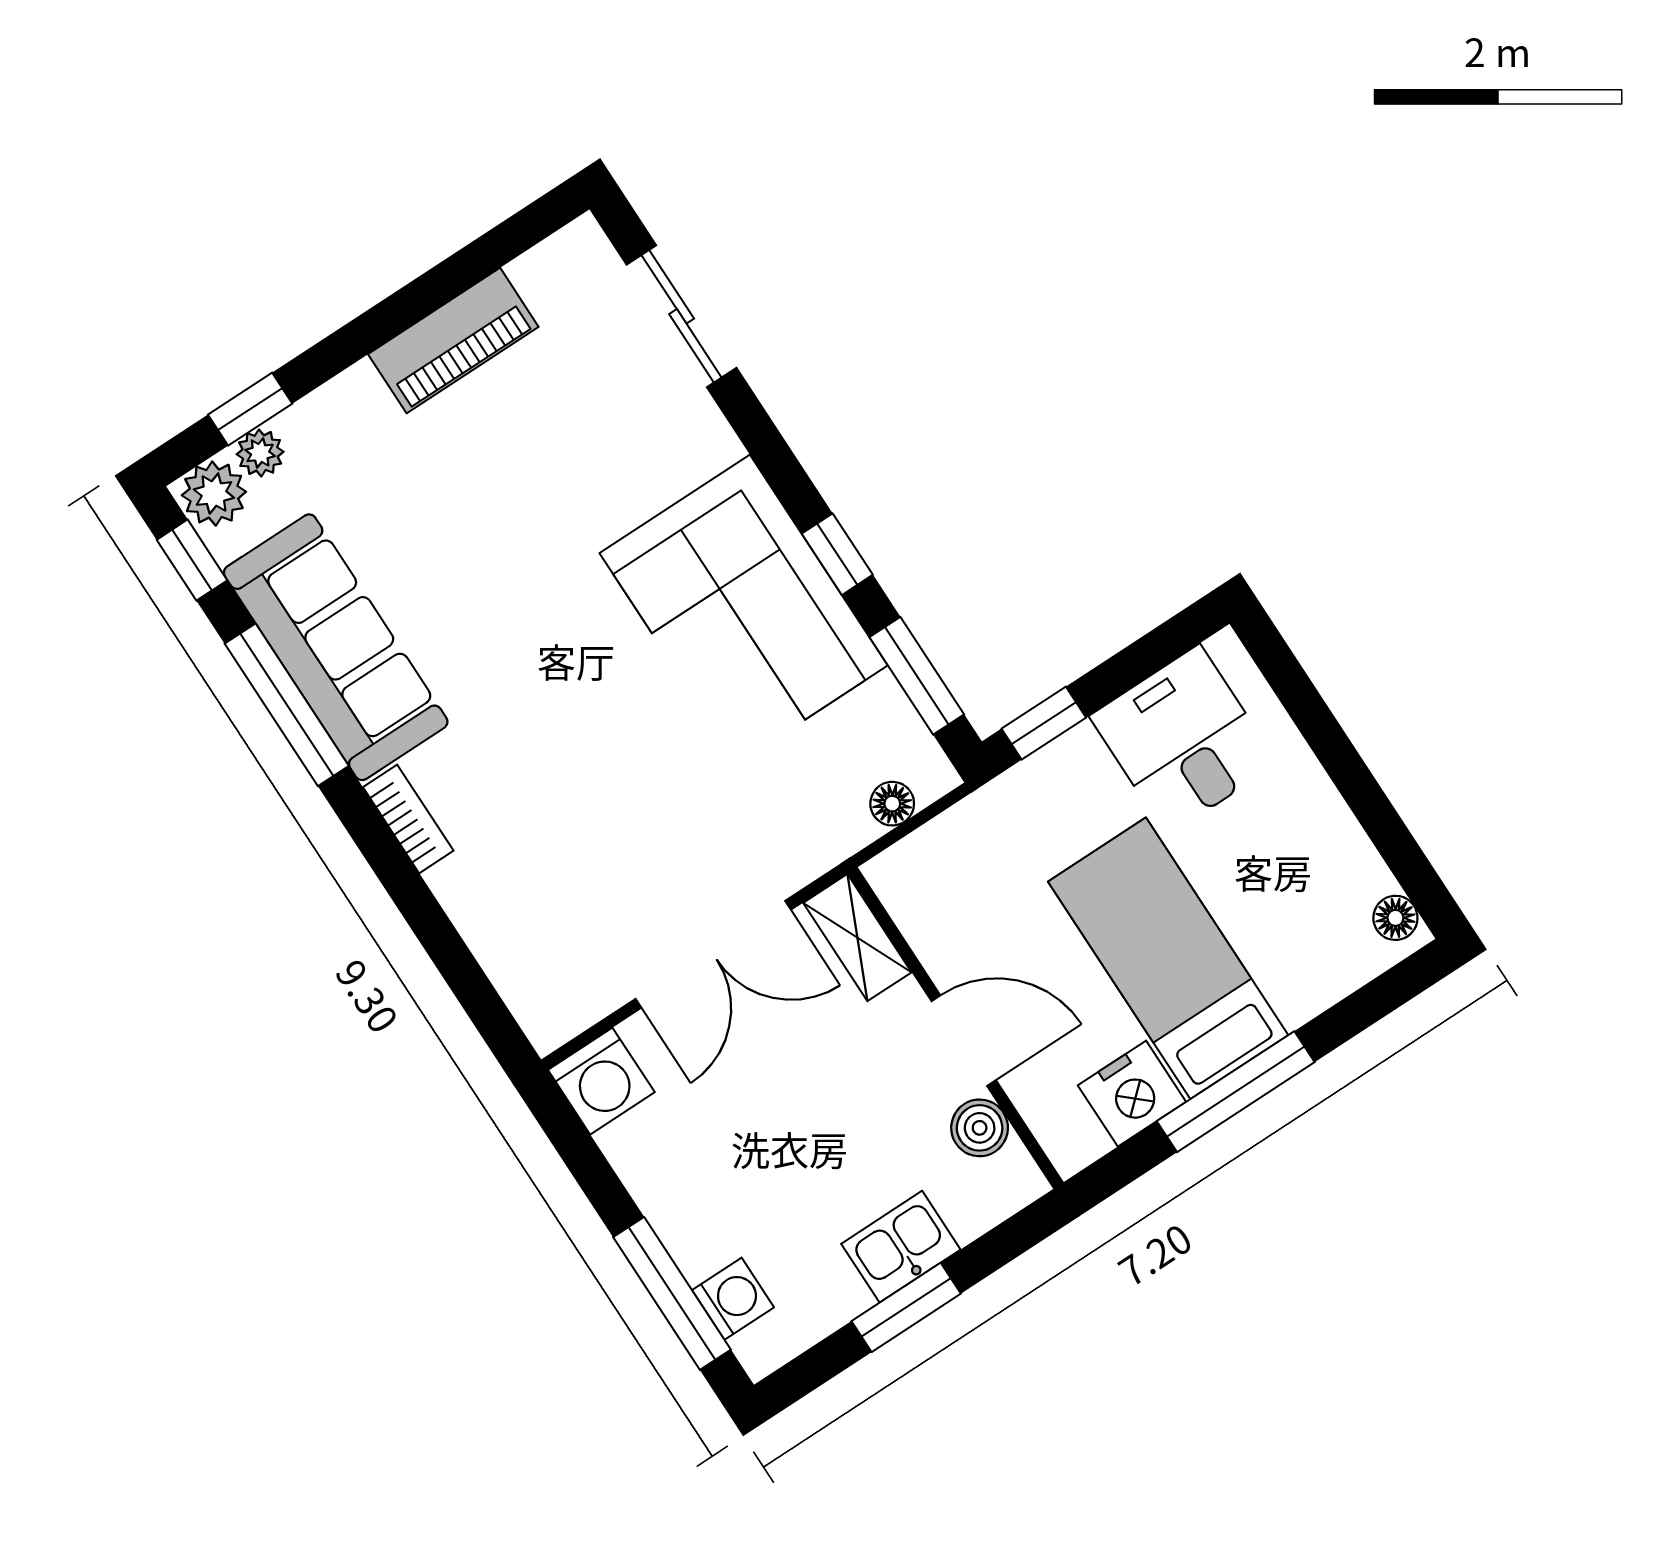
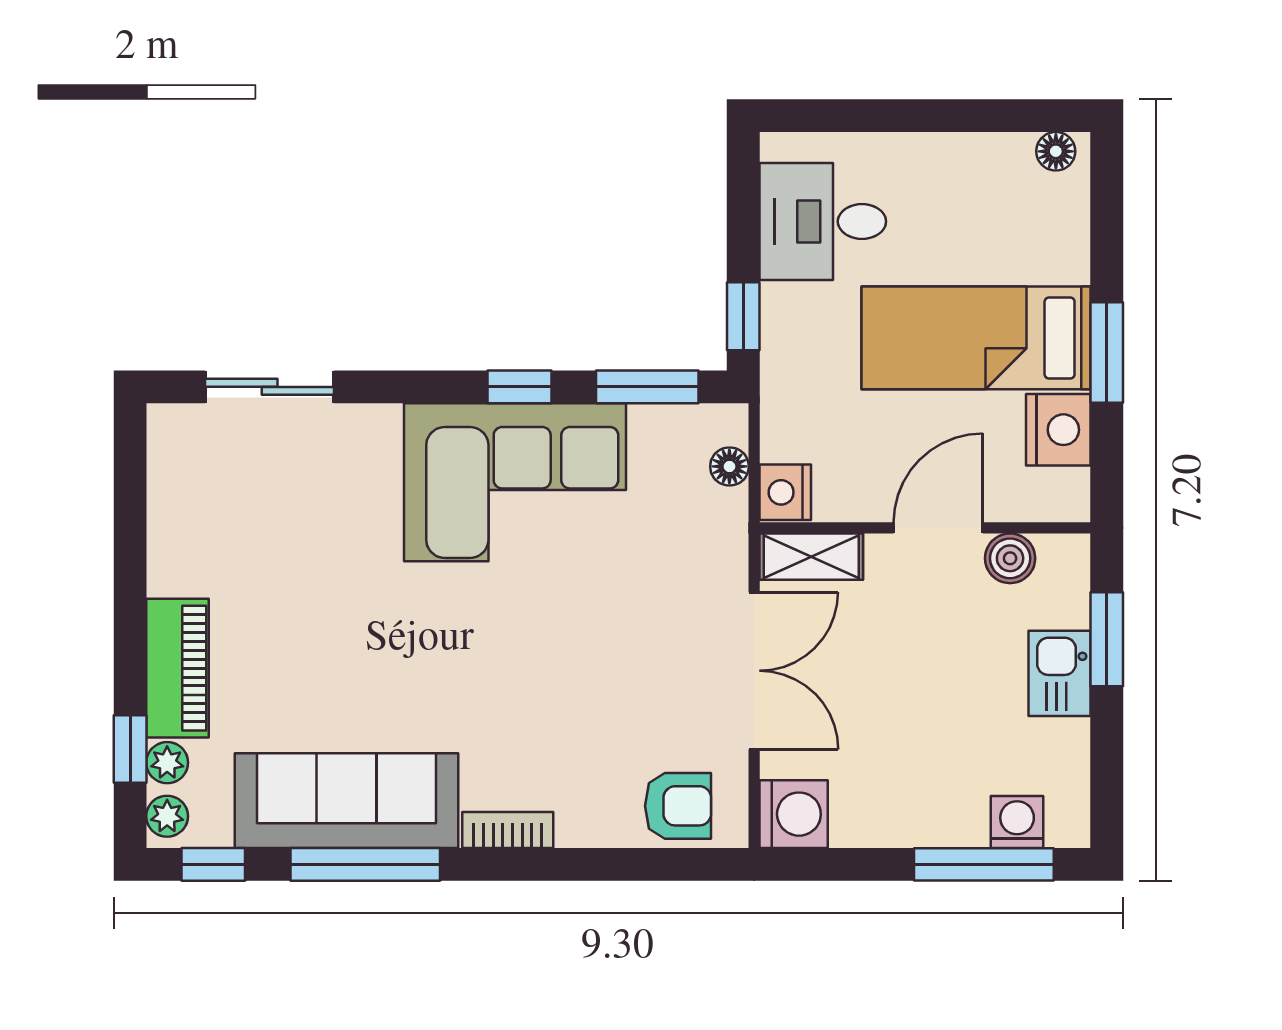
piano: (453, 341) -> (177, 668), moved
plant: (214, 494) -> (167, 816), width x0.73, depth x0.73
nightstand: (902, 873) -> (785, 492), added
armchair: (537, 966) -> (678, 806), added
window: (1236, 1092) -> (1107, 352), width x0.69
window: (906, 1307) -> (1107, 639), moved

